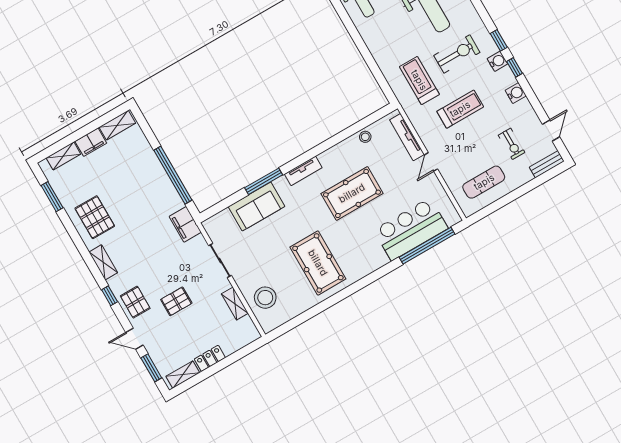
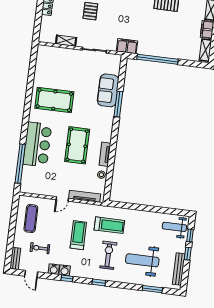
exercise bike: (457, 54) -> (108, 255), turned 180
water cooler: (497, 61) -> (54, 269), moved
window: (514, 67) -> (67, 278), moved
treadmill: (460, 109) -> (78, 235), turned 180
door: (431, 162) -> (62, 199), swing flipped
tv unit: (303, 171) -> (105, 154), moved
bar counter: (411, 229) -> (37, 144), moved
stool: (265, 298) -> (57, 59), removed

